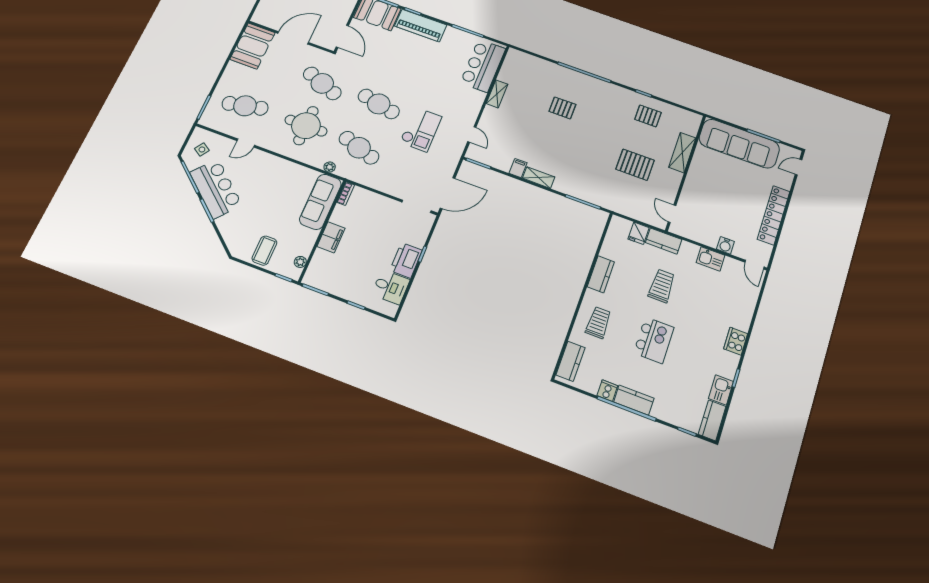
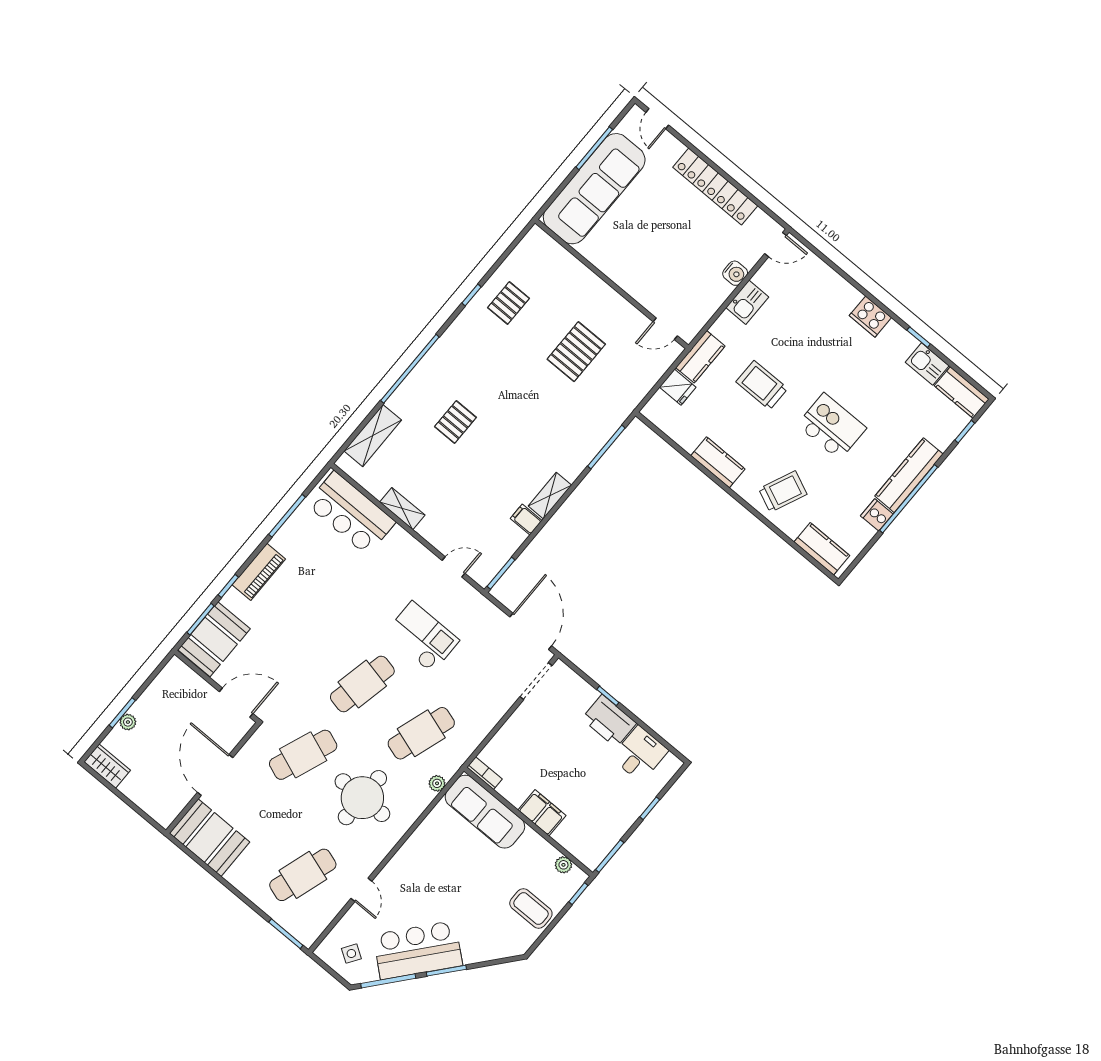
piano: (421, 25) -> (259, 572), width x0.73, depth x0.75
cafe table: (245, 106) -> (303, 875), turned 30
shelving: (682, 153) -> (373, 436), moved, turned 90
trolley: (598, 323) -> (783, 492), turned 114
kitchen counter: (634, 400) -> (909, 475), width x1.50

